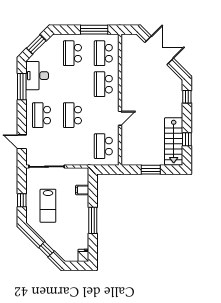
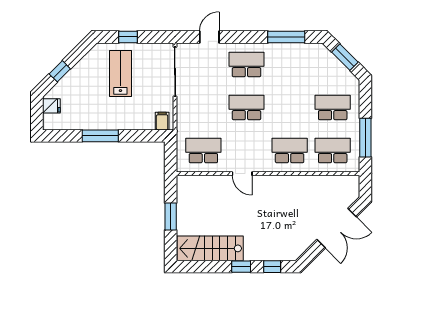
desk: (37, 76) -> (301, 58), removed
window: (187, 139) -> (241, 267), moved
filing cabinet: (82, 190) -> (162, 121), moved
lab bench: (48, 206) -> (120, 73), turned 90
fridge: (83, 255) -> (51, 106), moved

